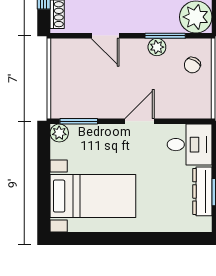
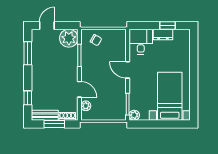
door: (105, 36) -> (79, 89), hinge flipped
plant: (157, 47) -> (86, 106), moved
dresser: (202, 191) -> (163, 34), width x0.70

